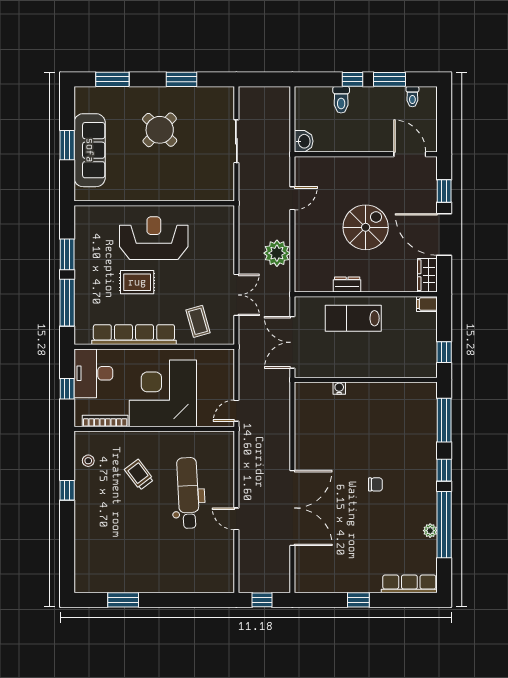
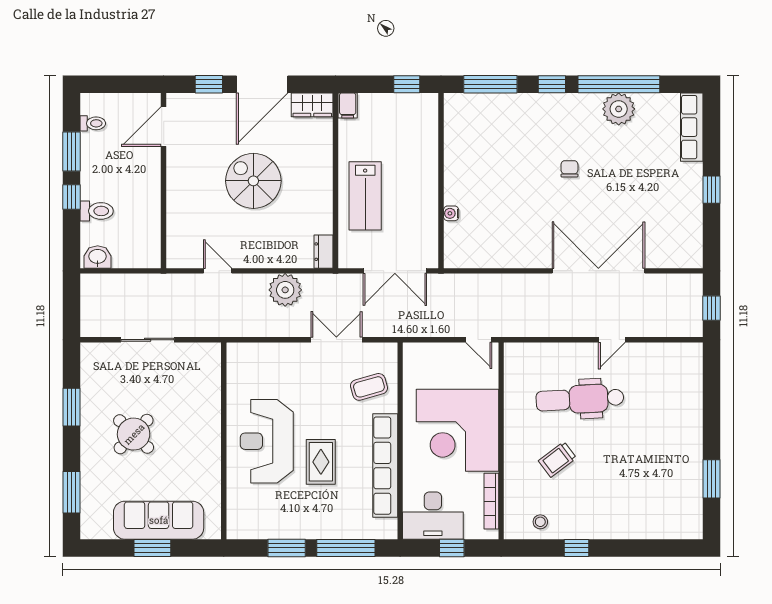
washbasin: (304, 141) -> (98, 257), moved
dresser: (347, 284) -> (324, 252), moved
plant: (430, 531) -> (619, 109), width x1.87, depth x1.87

